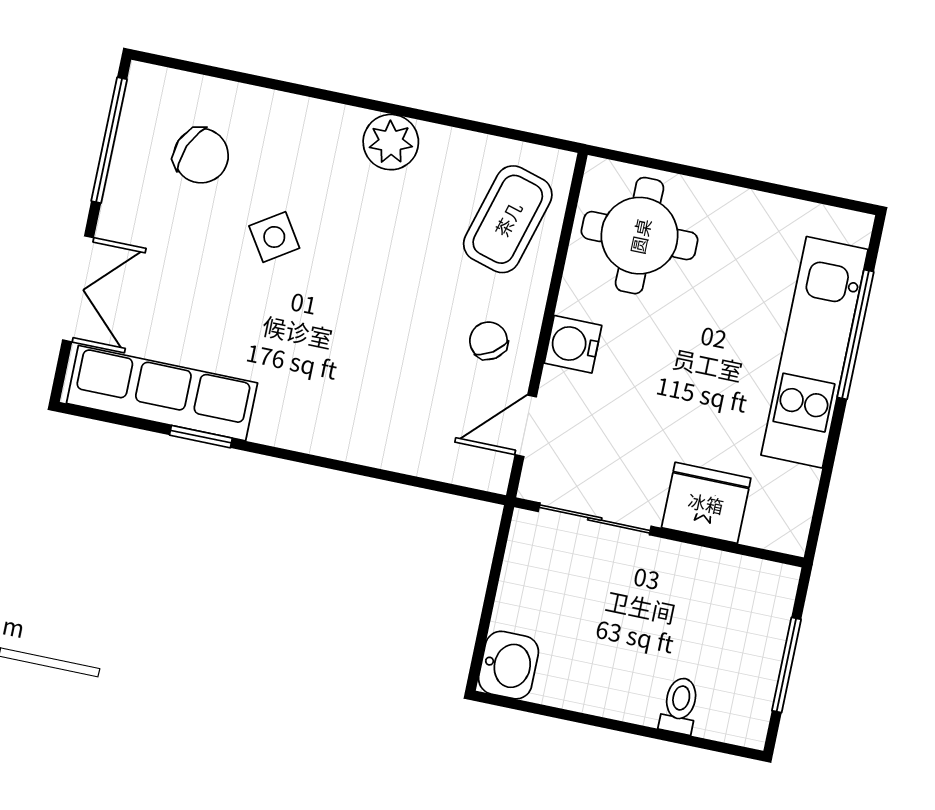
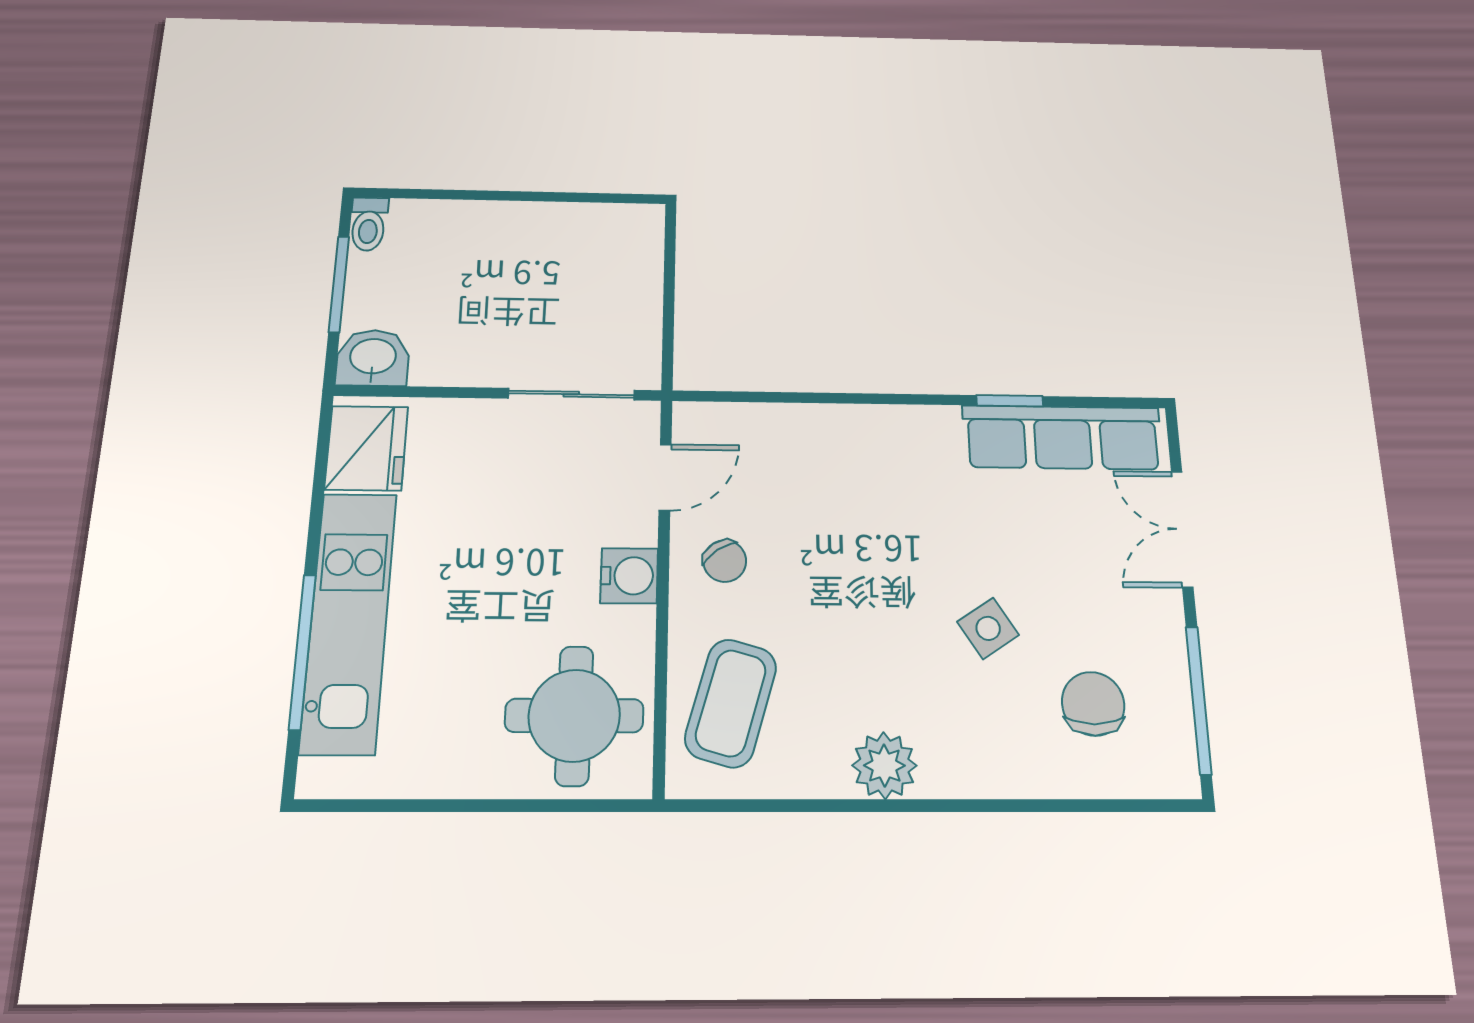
chair: (201, 156) -> (1093, 704), turned 68
fridge: (706, 503) -> (366, 448), moved, turned -90
washbasin: (509, 665) -> (373, 358), moved, turned 90
toilet: (680, 705) -> (369, 224), moved

